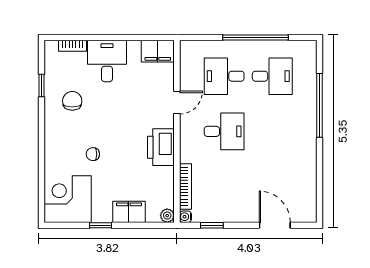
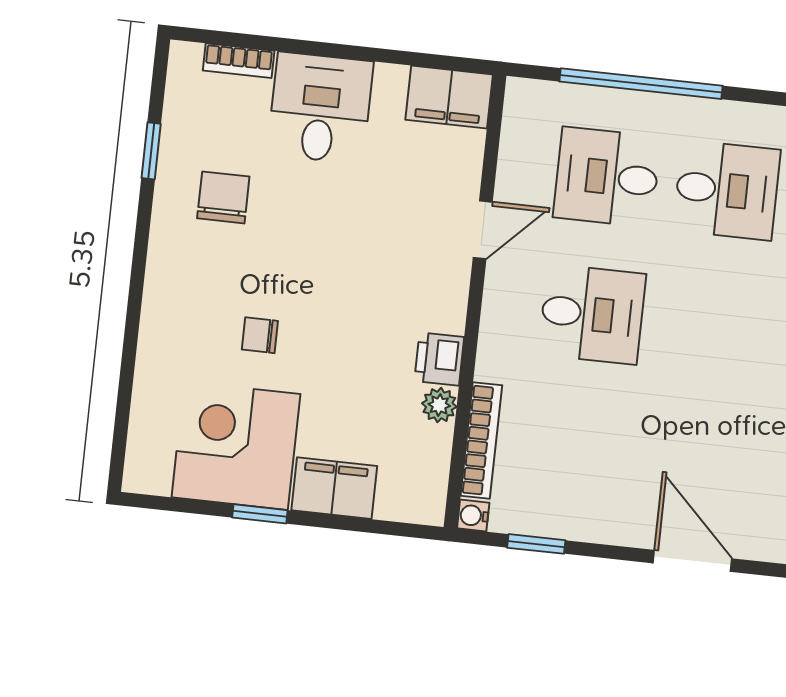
window: (255, 38) -> (641, 84), moved
printer: (161, 147) -> (439, 359), width x0.53, depth x0.68
corner desk: (68, 199) -> (236, 446), moved
plant: (167, 216) -> (439, 405), moved

